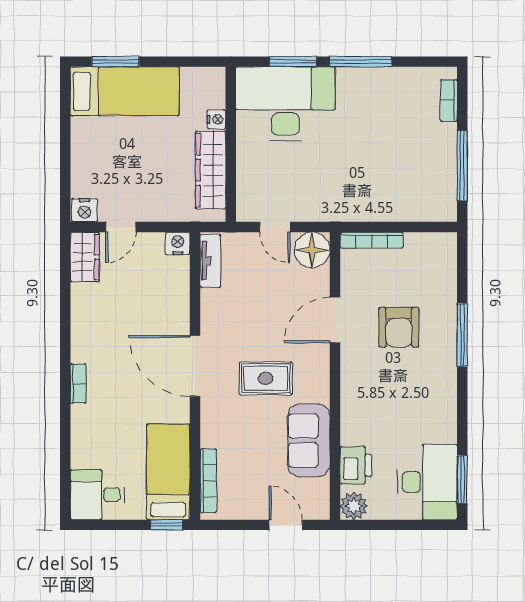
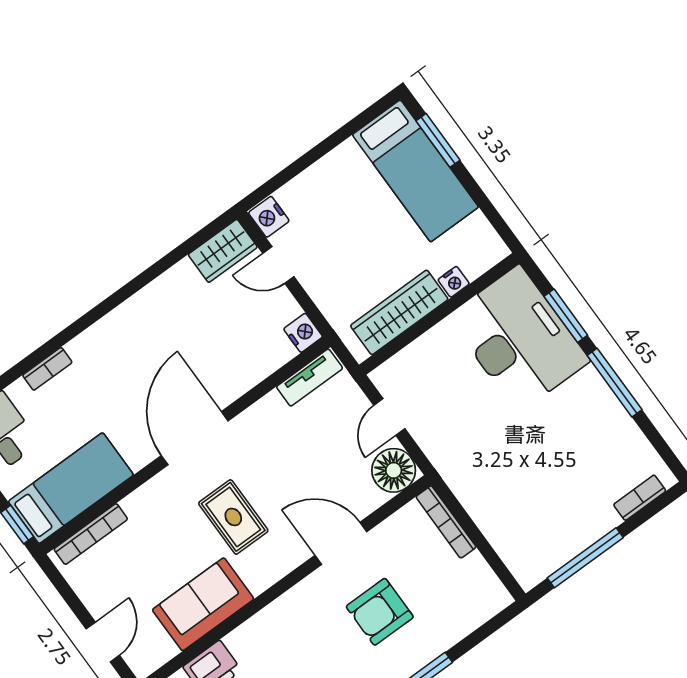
bookcase: (78, 384) -> (47, 369), moved

